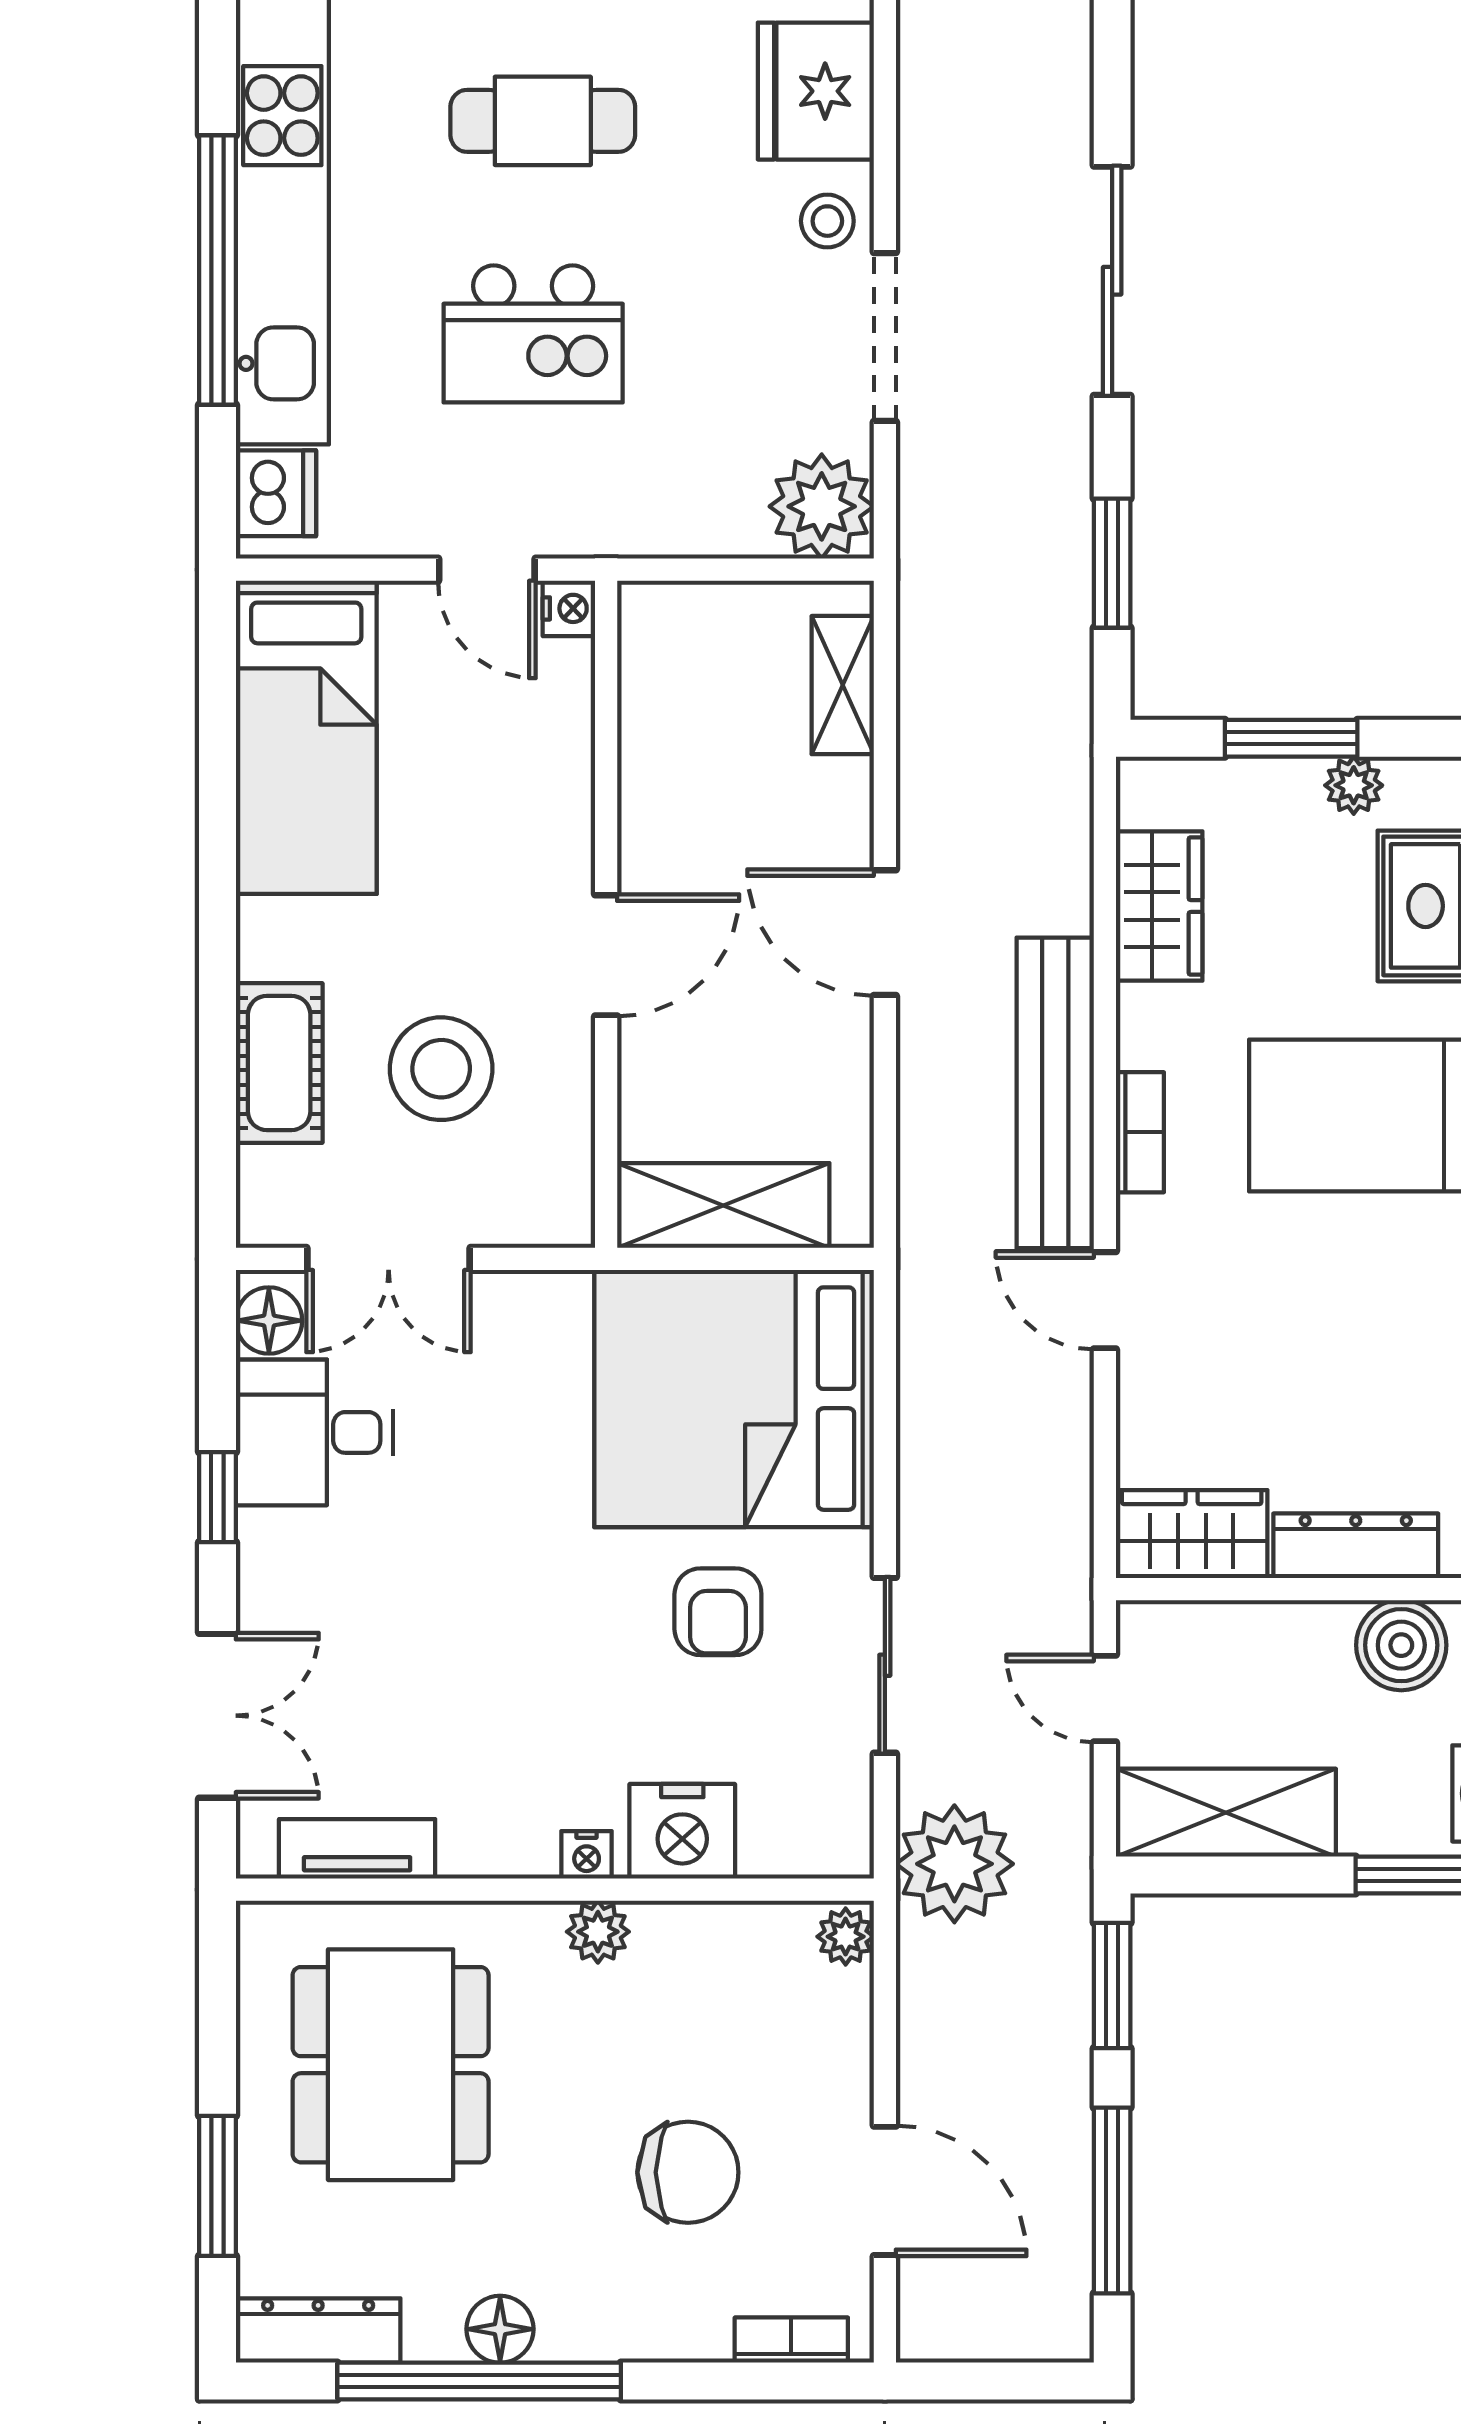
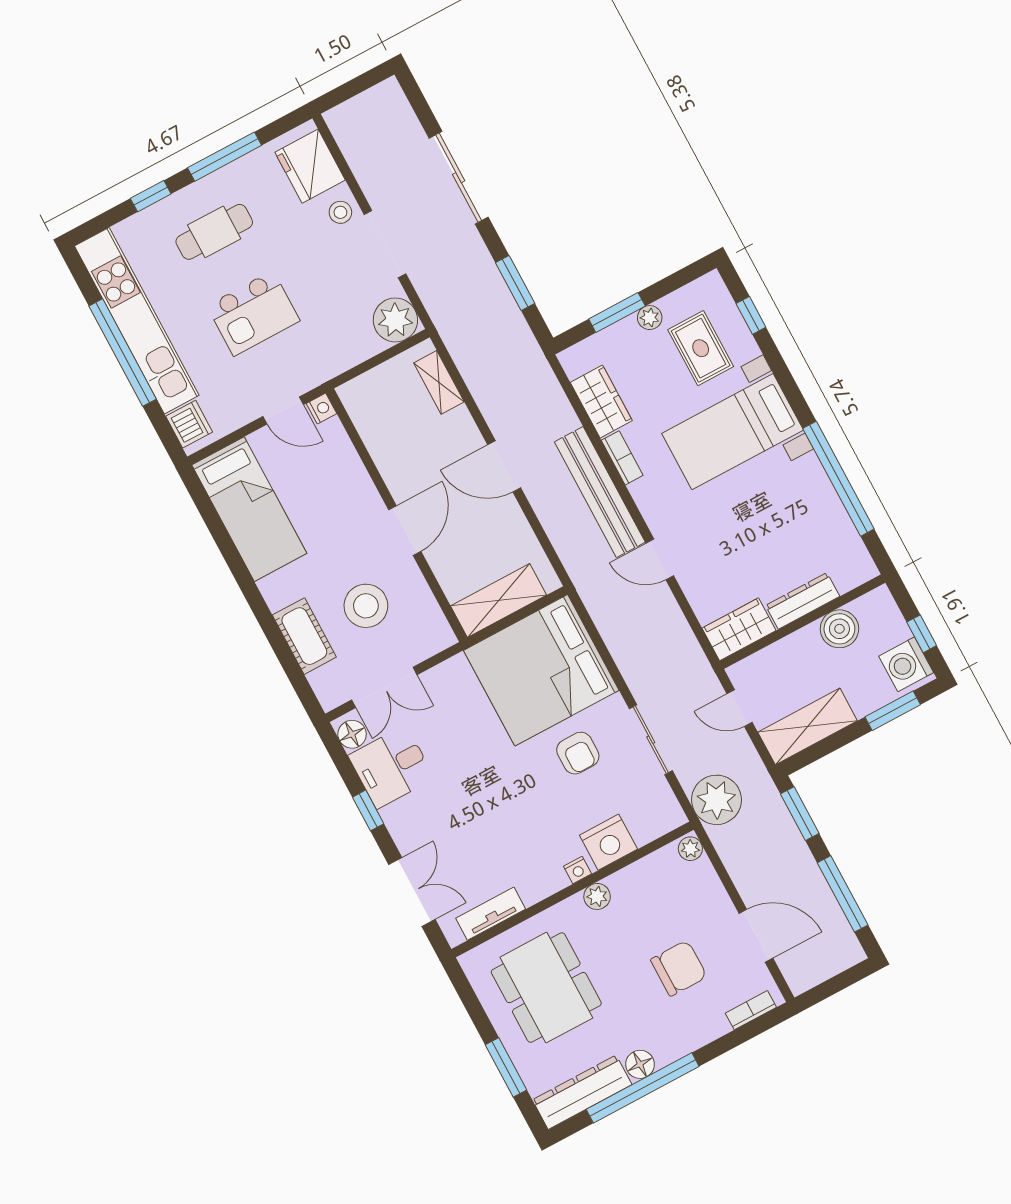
bookcase: (1140, 1132) -> (622, 458), moved
dresser: (318, 2330) -> (582, 1092), width x1.37, depth x1.24

